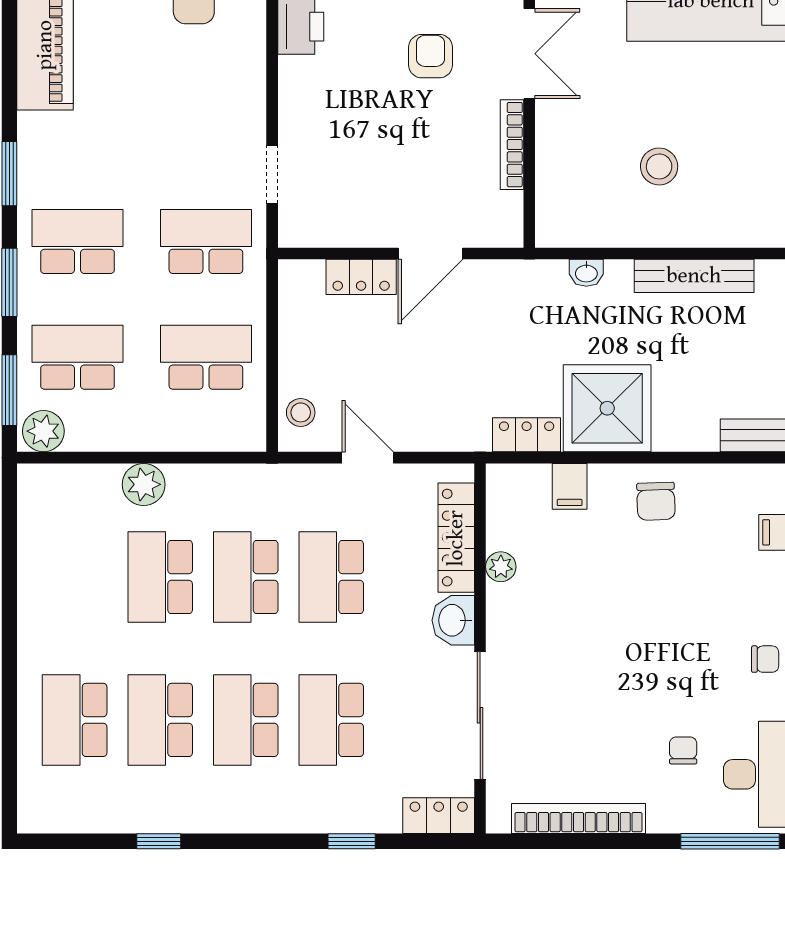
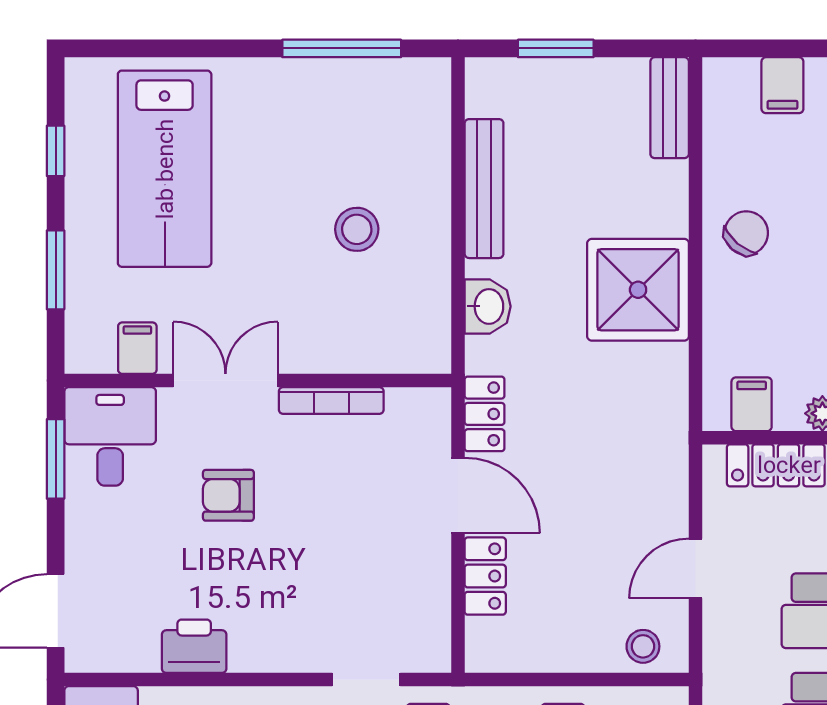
washbasin: (586, 273) -> (488, 306), width x1.38, depth x1.45
locker: (527, 435) -> (484, 414), moved, turned 180
filing cabinet: (570, 486) -> (752, 404), moved, turned -90
chair: (656, 501) -> (746, 233), turned -48

